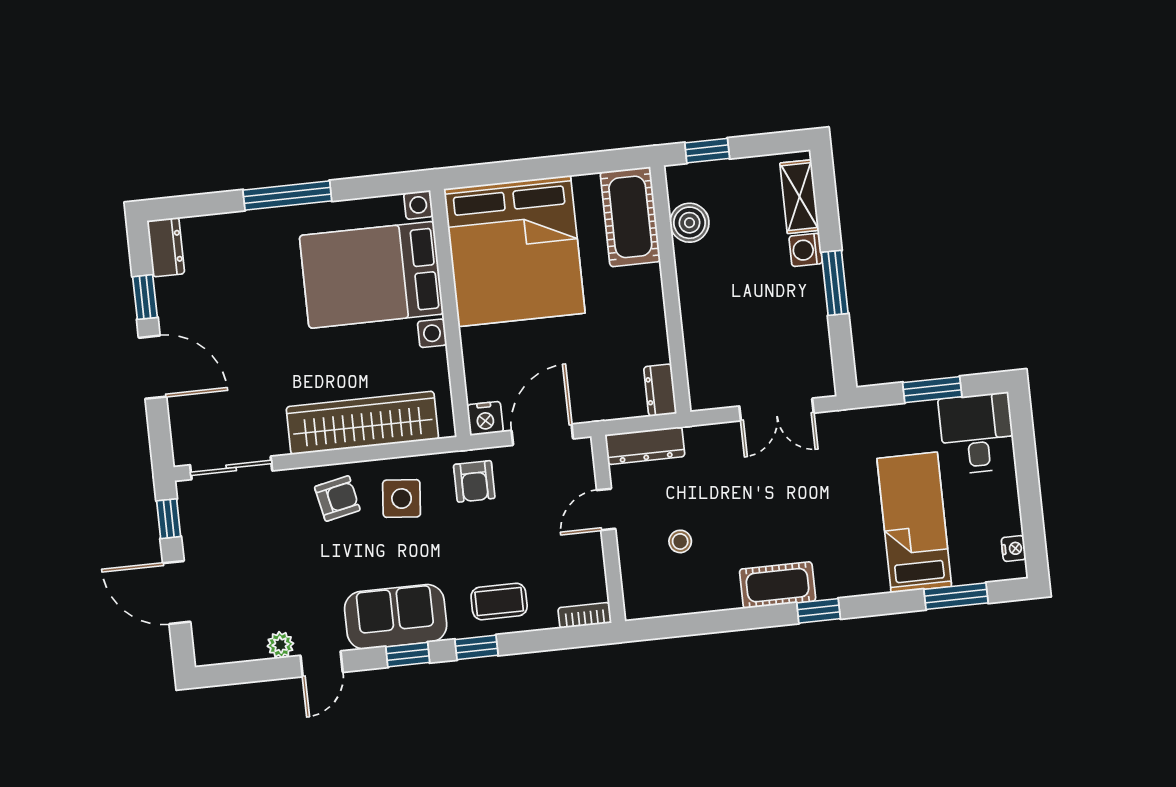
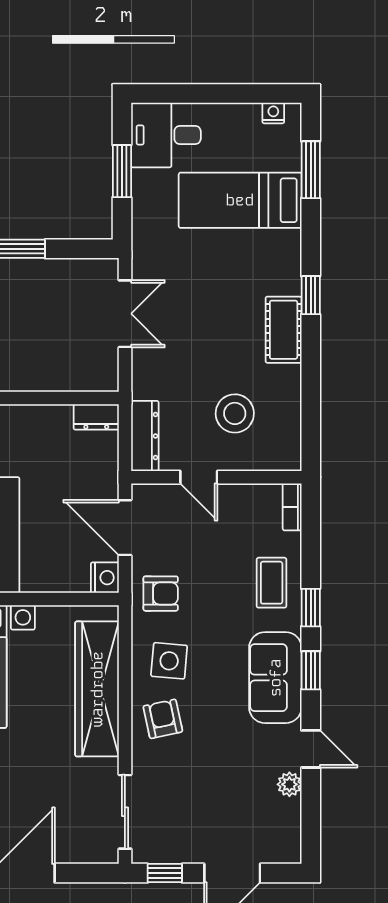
stool: (680, 541) -> (235, 413), width x1.89, depth x1.89

